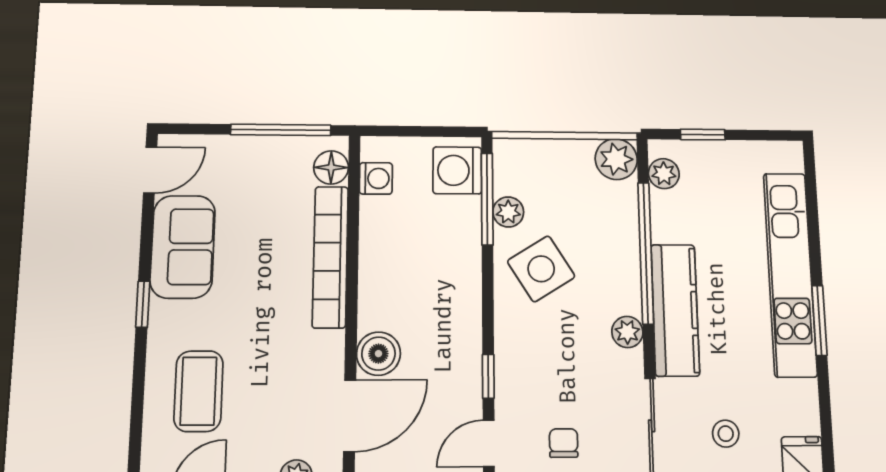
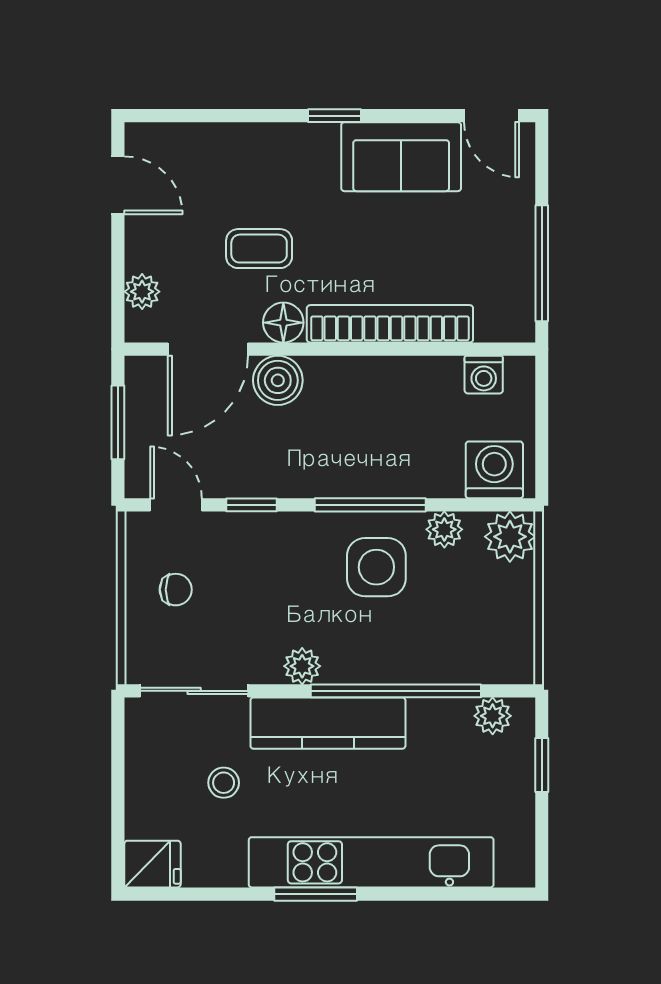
plant: (616, 159) -> (510, 537), moved
floor lamp: (331, 167) -> (283, 323), moved
window: (487, 199) -> (370, 505), moved
side table: (541, 269) -> (376, 567), turned 32
coffee table: (198, 391) -> (259, 249), moved, width x0.73, depth x0.77
door: (350, 416) -> (208, 349), hinge flipped
stool: (726, 434) -> (224, 783), moved

